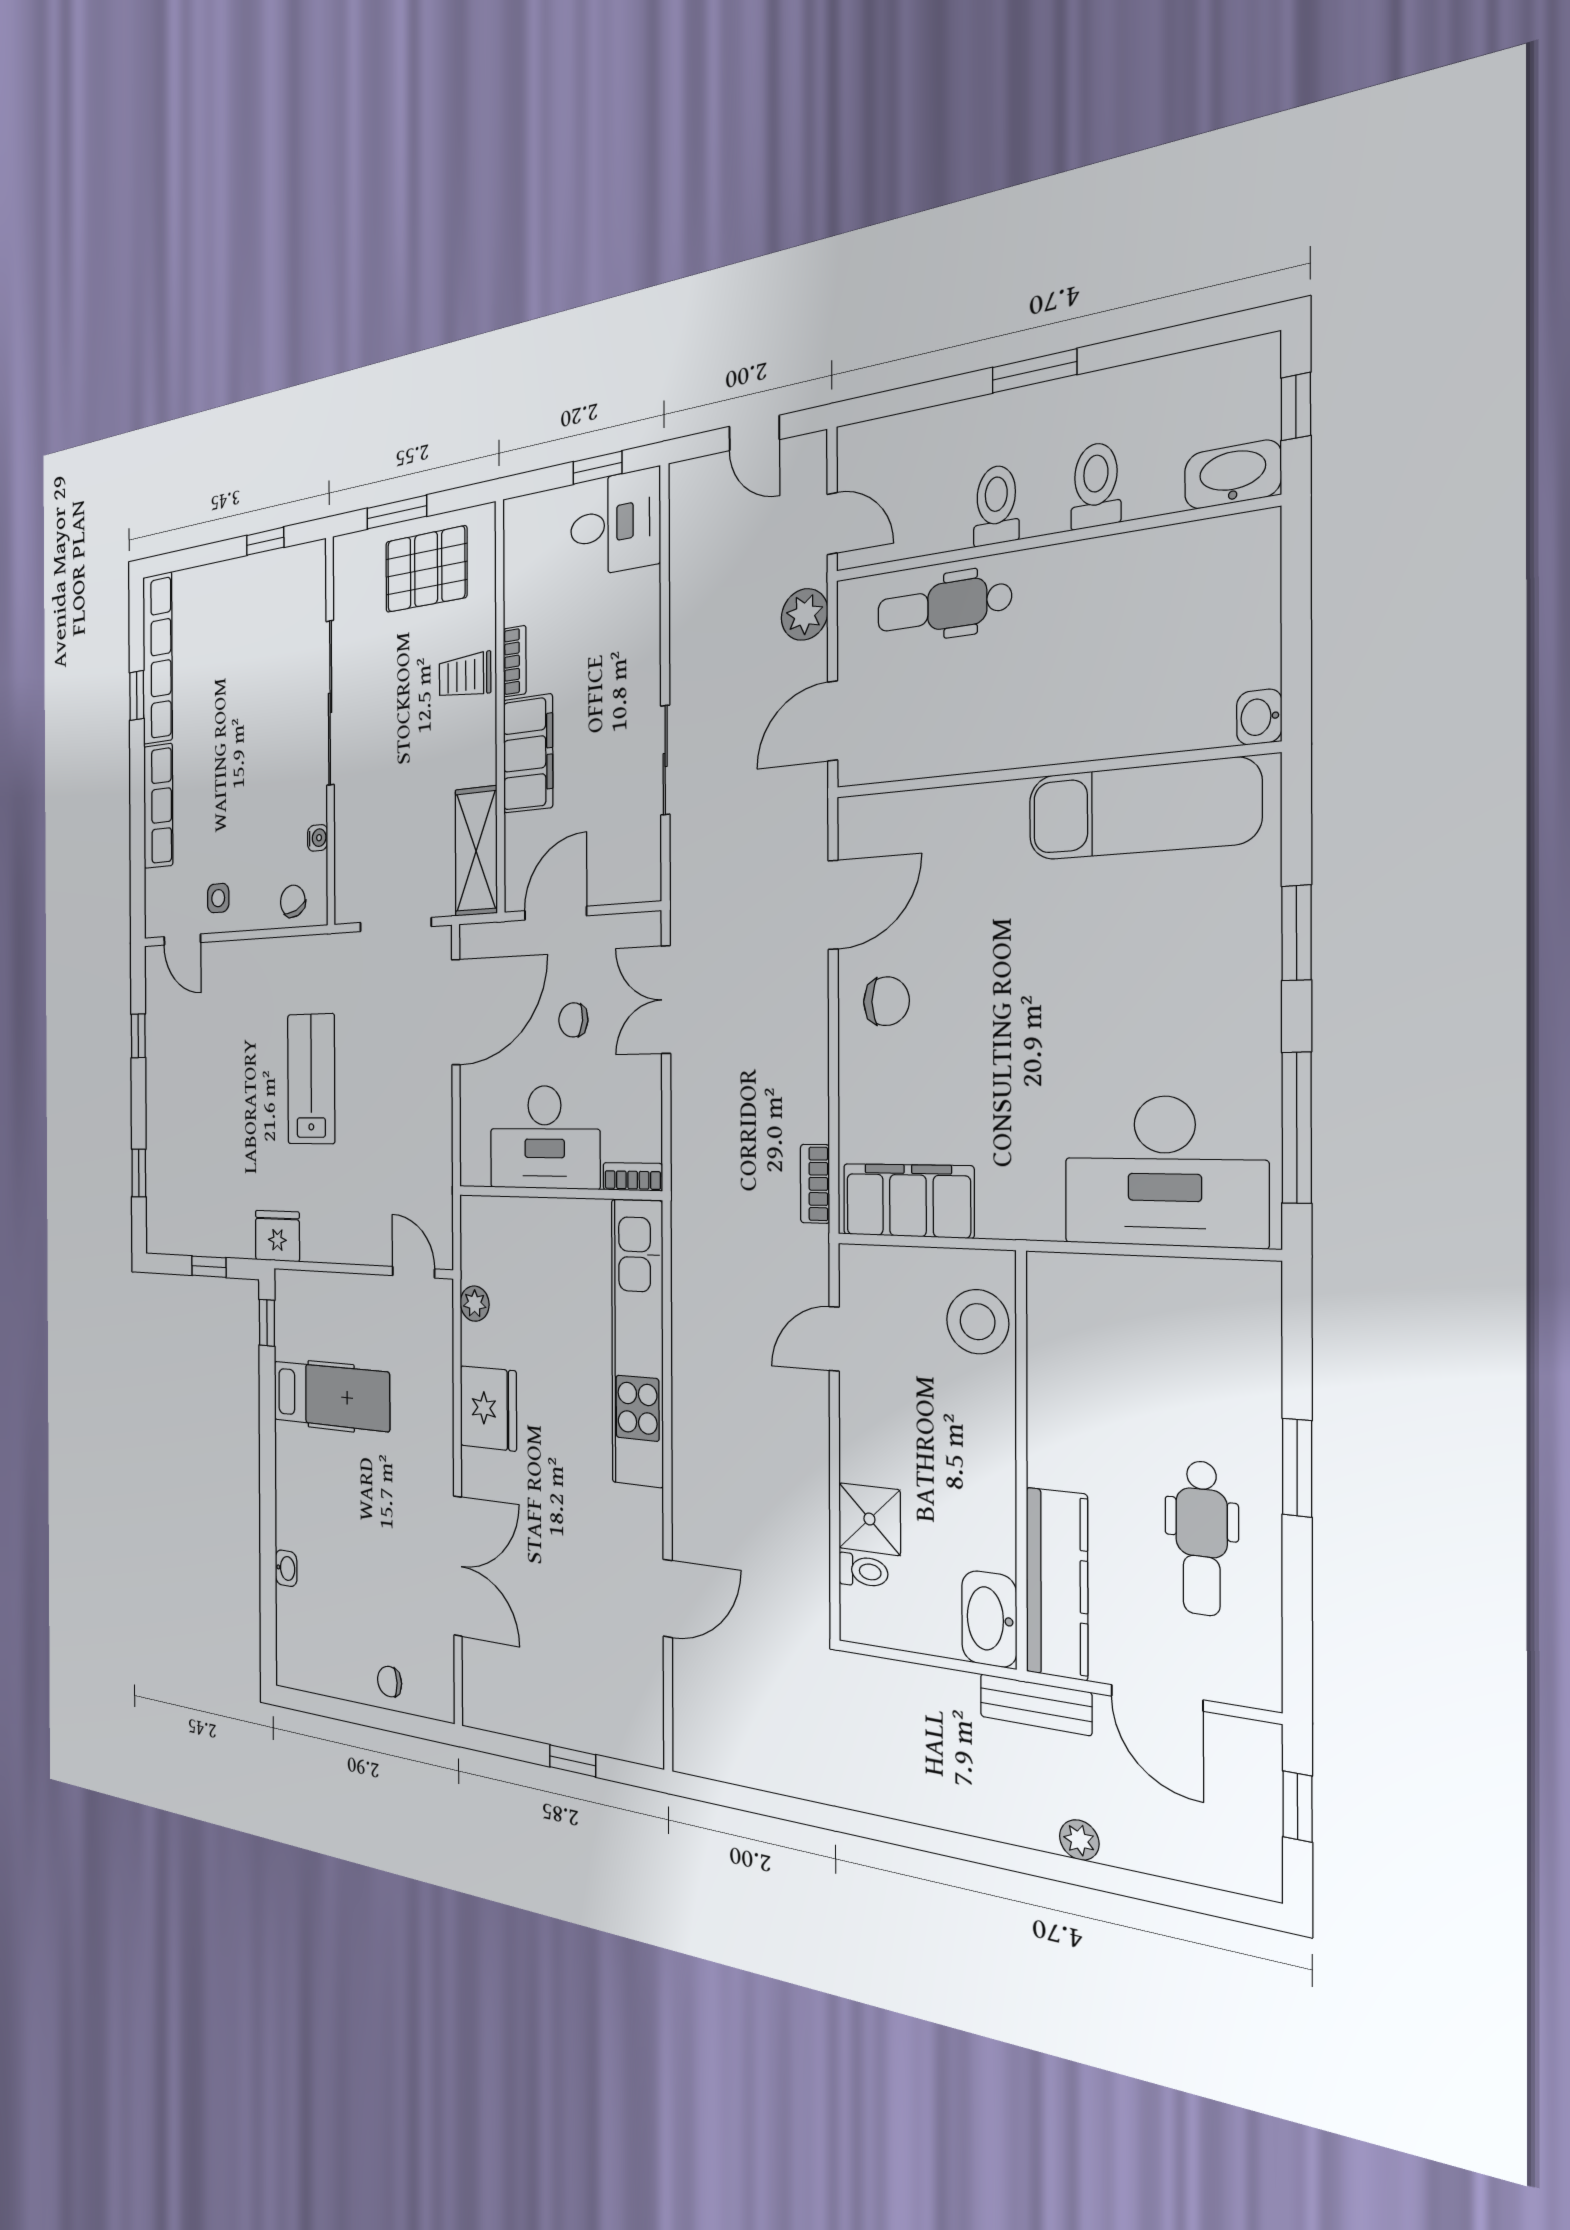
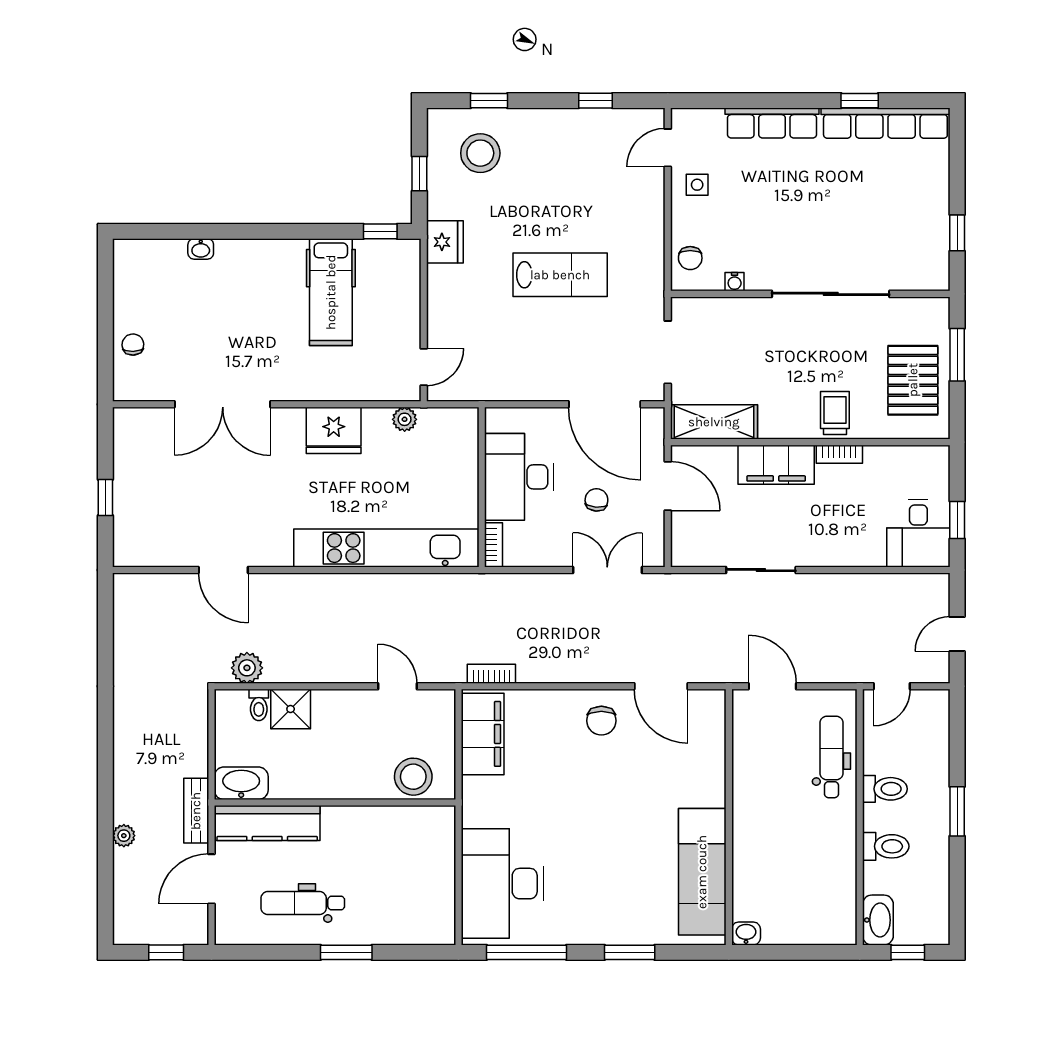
plant: (805, 614) -> (247, 668), moved
chair: (293, 901) -> (690, 258), turned 114
stool: (189, 1185) -> (480, 153), added

